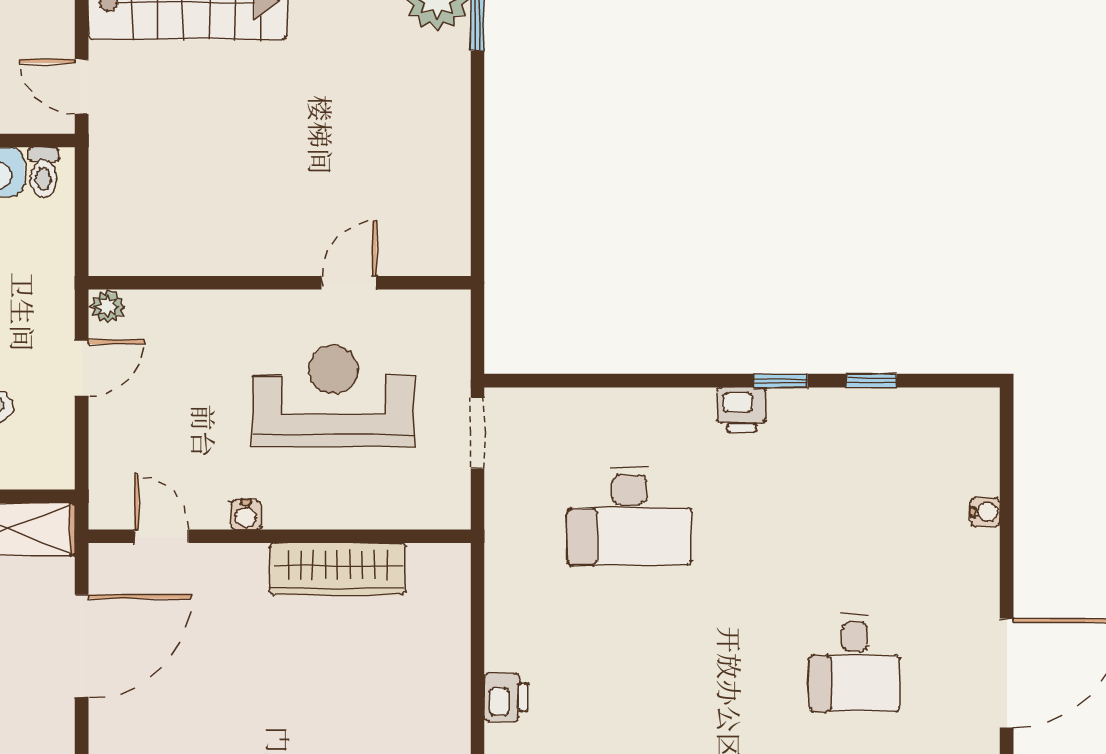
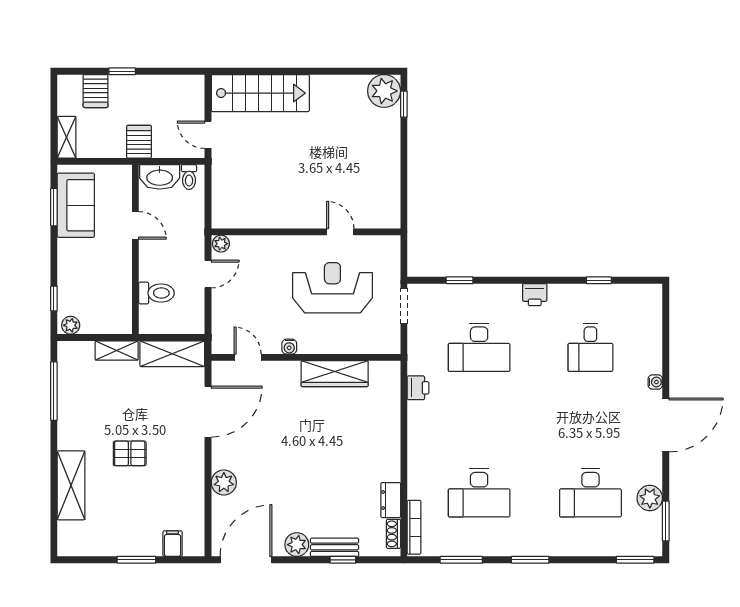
door: (349, 283) -> (340, 232), hinge flipped
window: (780, 381) -> (459, 280), moved
water cooler: (985, 512) -> (655, 382), moved
desk: (855, 663) -> (590, 347), moved
printer: (506, 697) -> (418, 388), moved

